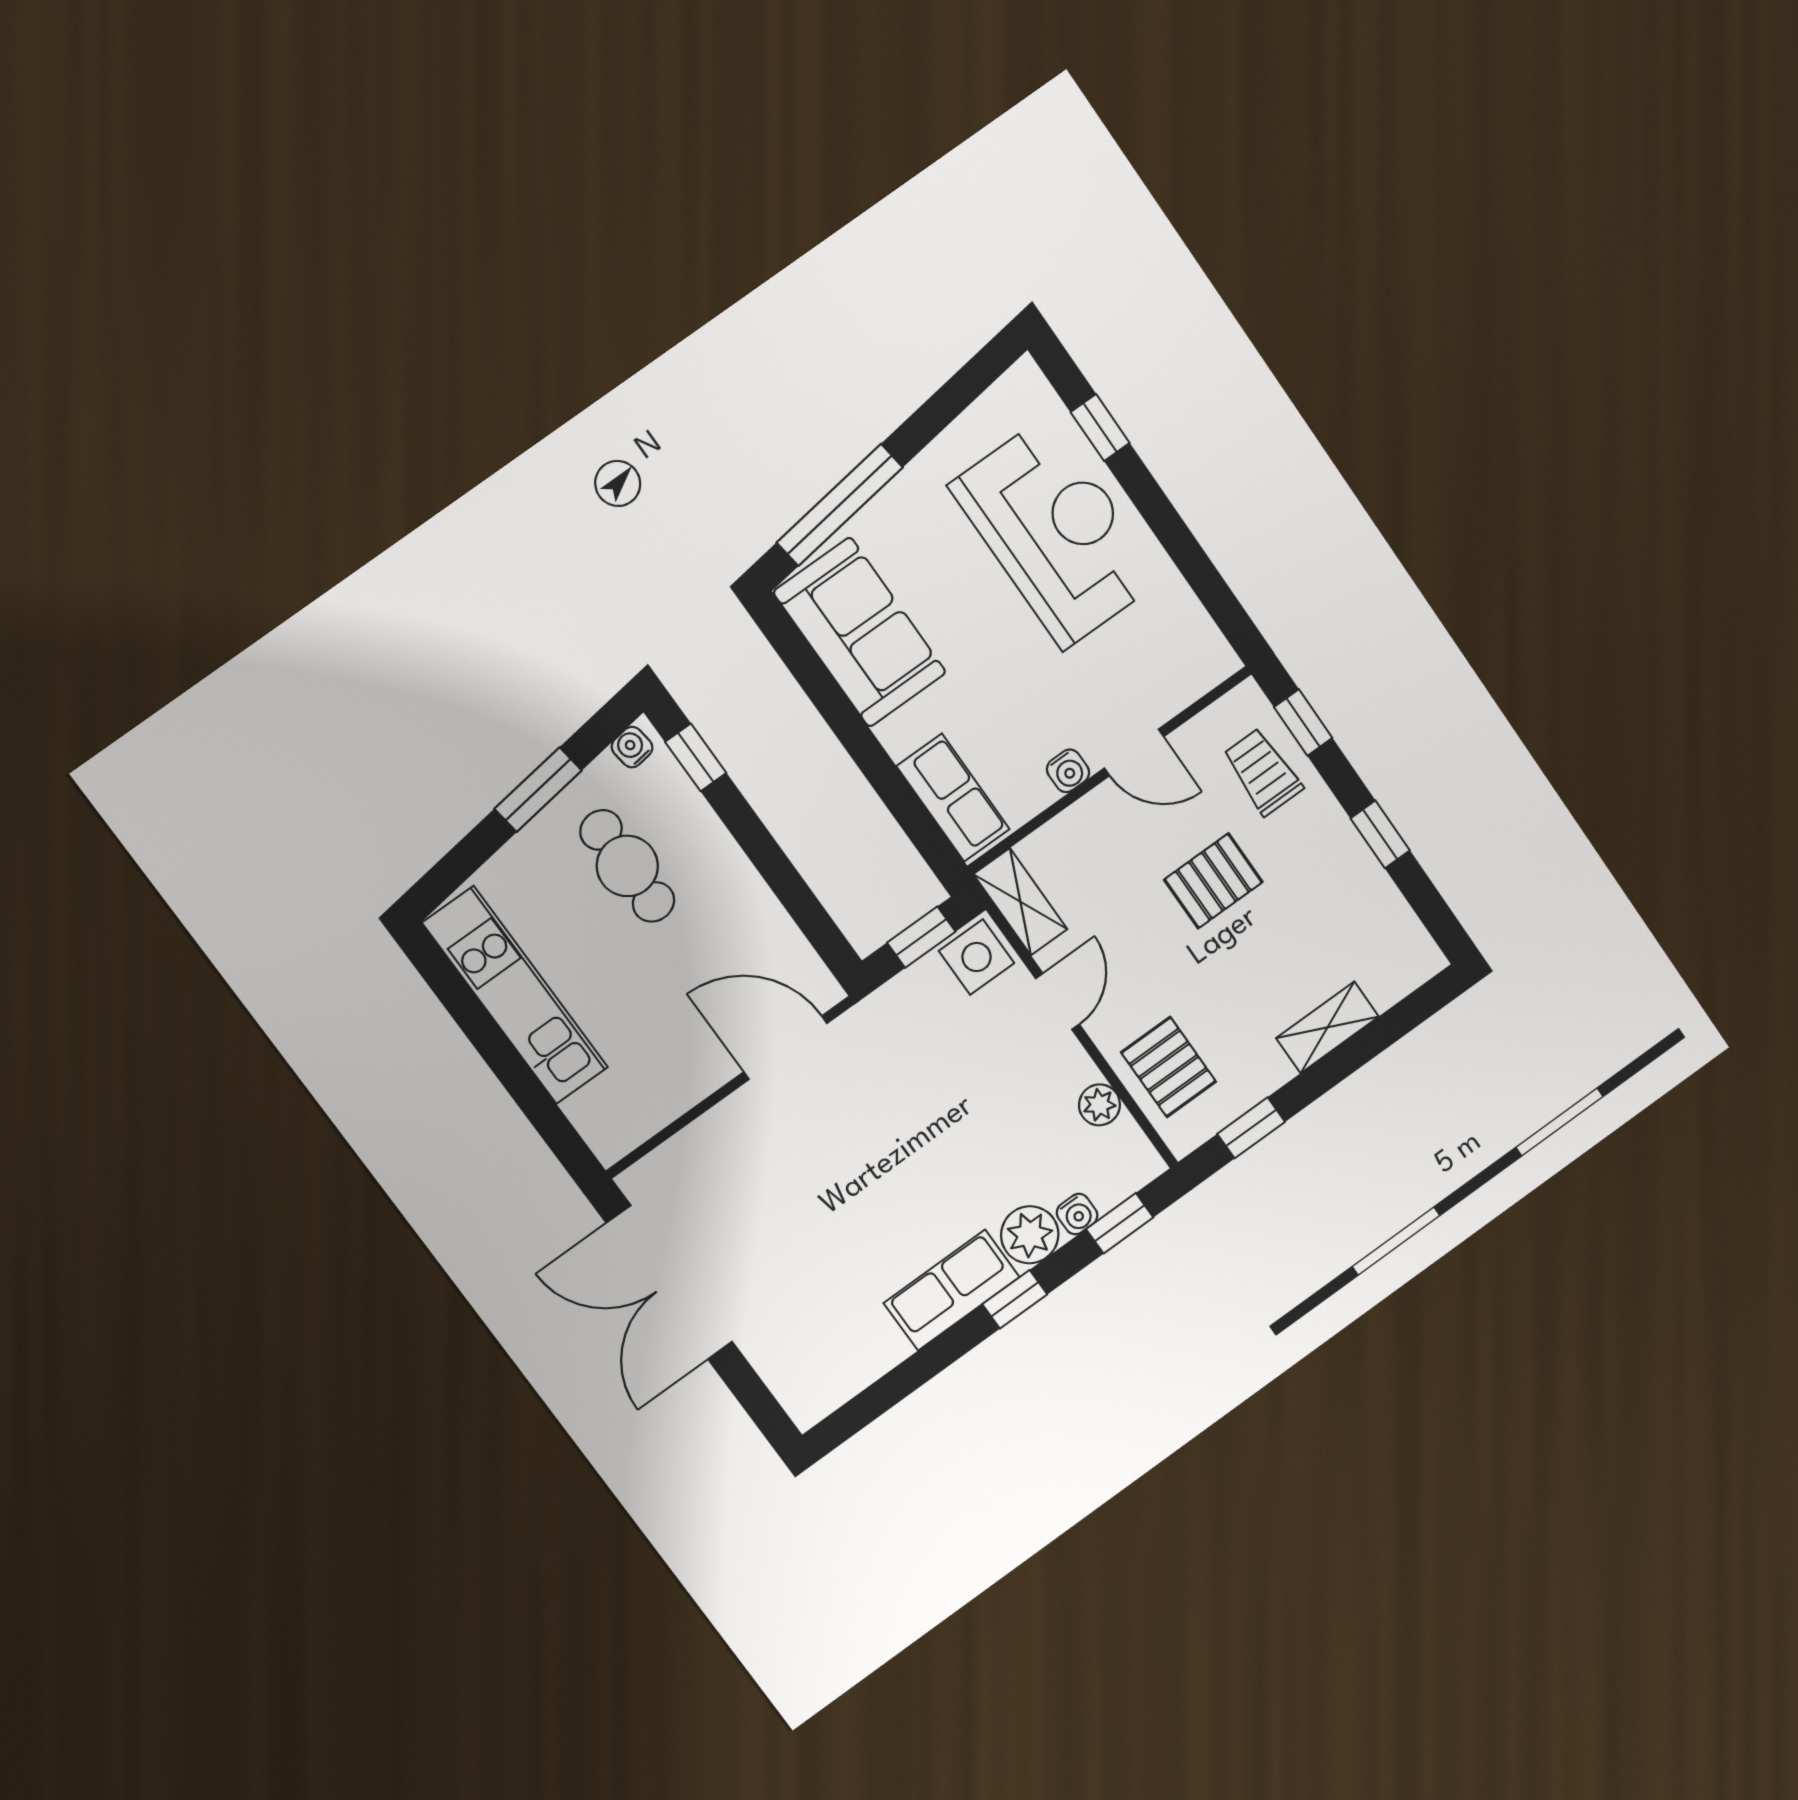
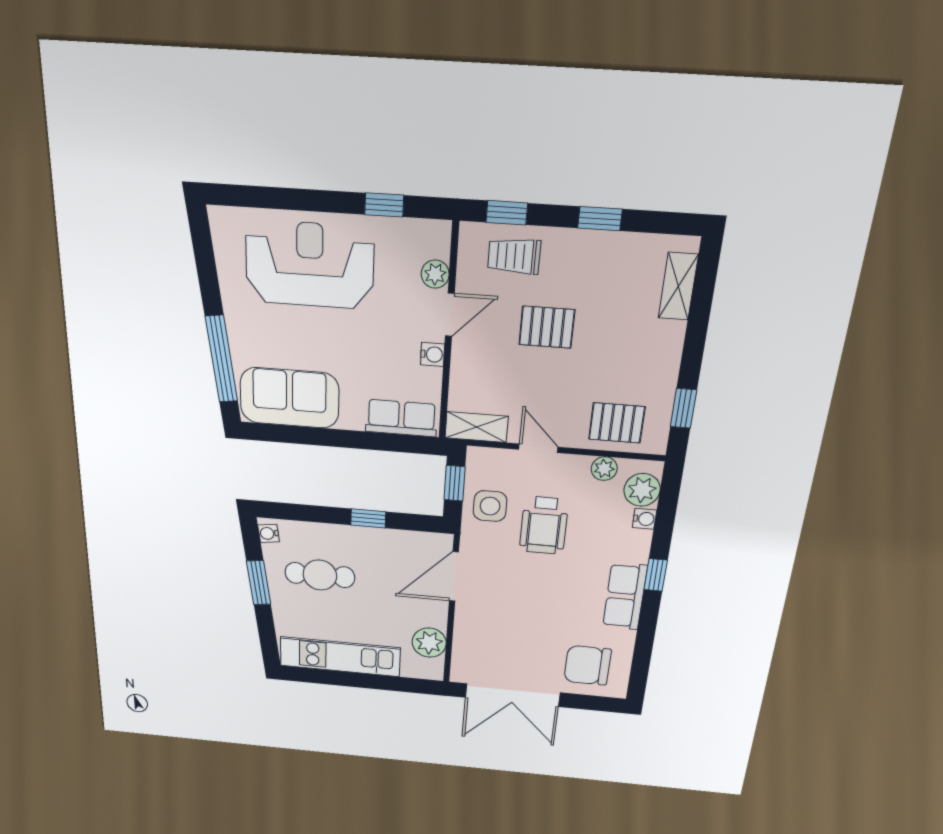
window: (1100, 428) -> (384, 205), moved
plant: (1168, 695) -> (435, 274), added
window: (696, 757) -> (368, 518), moved
pallet: (1213, 881) -> (547, 327), turned 90
side table: (977, 957) -> (490, 506), moved
shelving: (1327, 1027) -> (678, 286), moved
plant: (652, 1099) -> (429, 643), added
wheelchair: (961, 1099) -> (544, 525), added
window: (1120, 1223) -> (667, 504), removed
plant: (1030, 1235) -> (642, 490), moved
chair: (808, 1338) -> (588, 665), added

